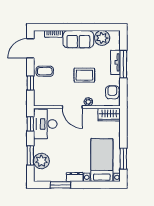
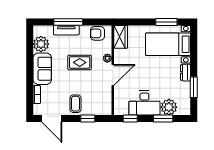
rug: (84, 75) -> (80, 62), turned 90
desk: (45, 124) -> (144, 103), moved

